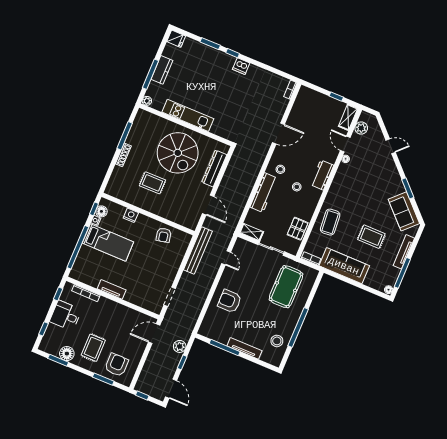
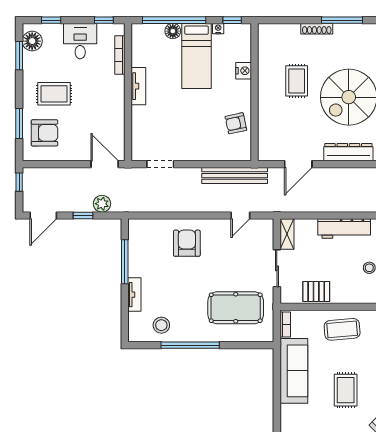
floor lamp: (101, 211) -> (173, 31), moved
tv unit: (244, 348) -> (134, 295), width x0.71
floor lamp: (67, 354) -> (32, 41), moved

